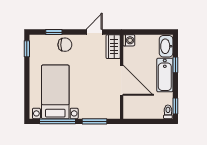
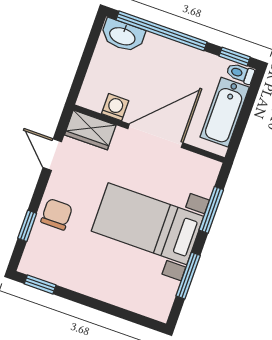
washing machine: (129, 40) -> (115, 107), moved
window: (175, 65) -> (161, 31), width x3.17
bathtub: (165, 75) -> (225, 112), moved, turned 90
bed with nightstands: (55, 92) -> (148, 224), moved
window: (57, 121) -> (188, 276), width x0.69

